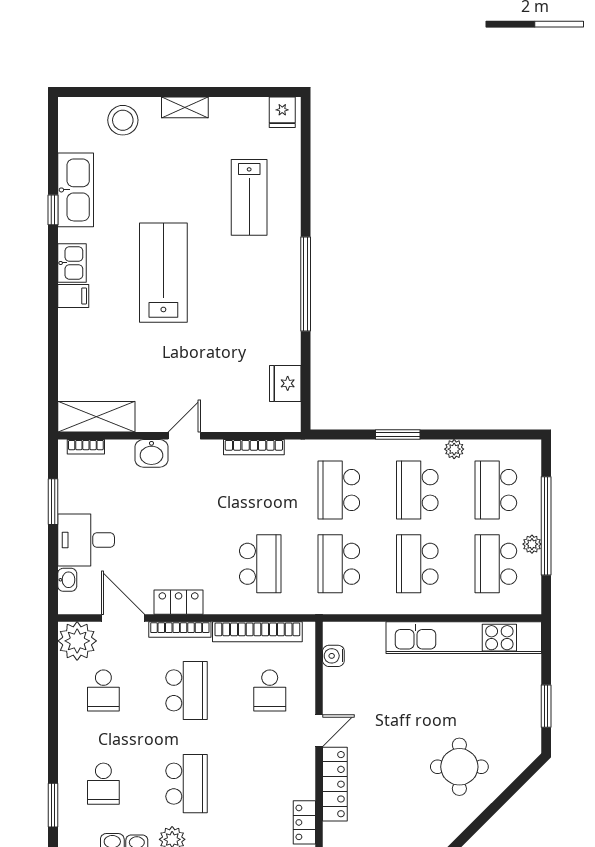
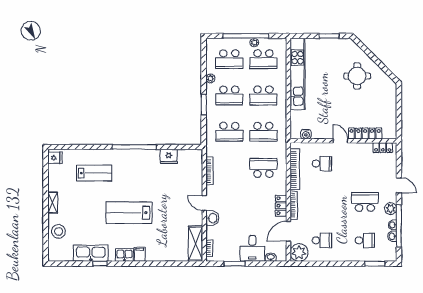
fridge: (285, 383) -> (169, 156), moved
school desk: (187, 690) -> (322, 202), removed

